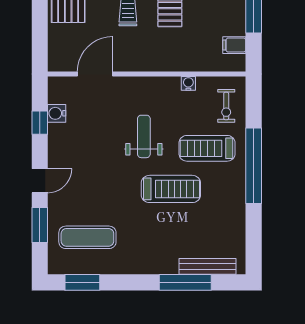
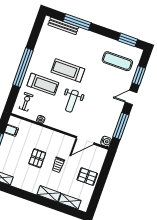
water cooler: (57, 113) -> (106, 141), moved
window: (40, 123) -> (121, 126), width x2.17

